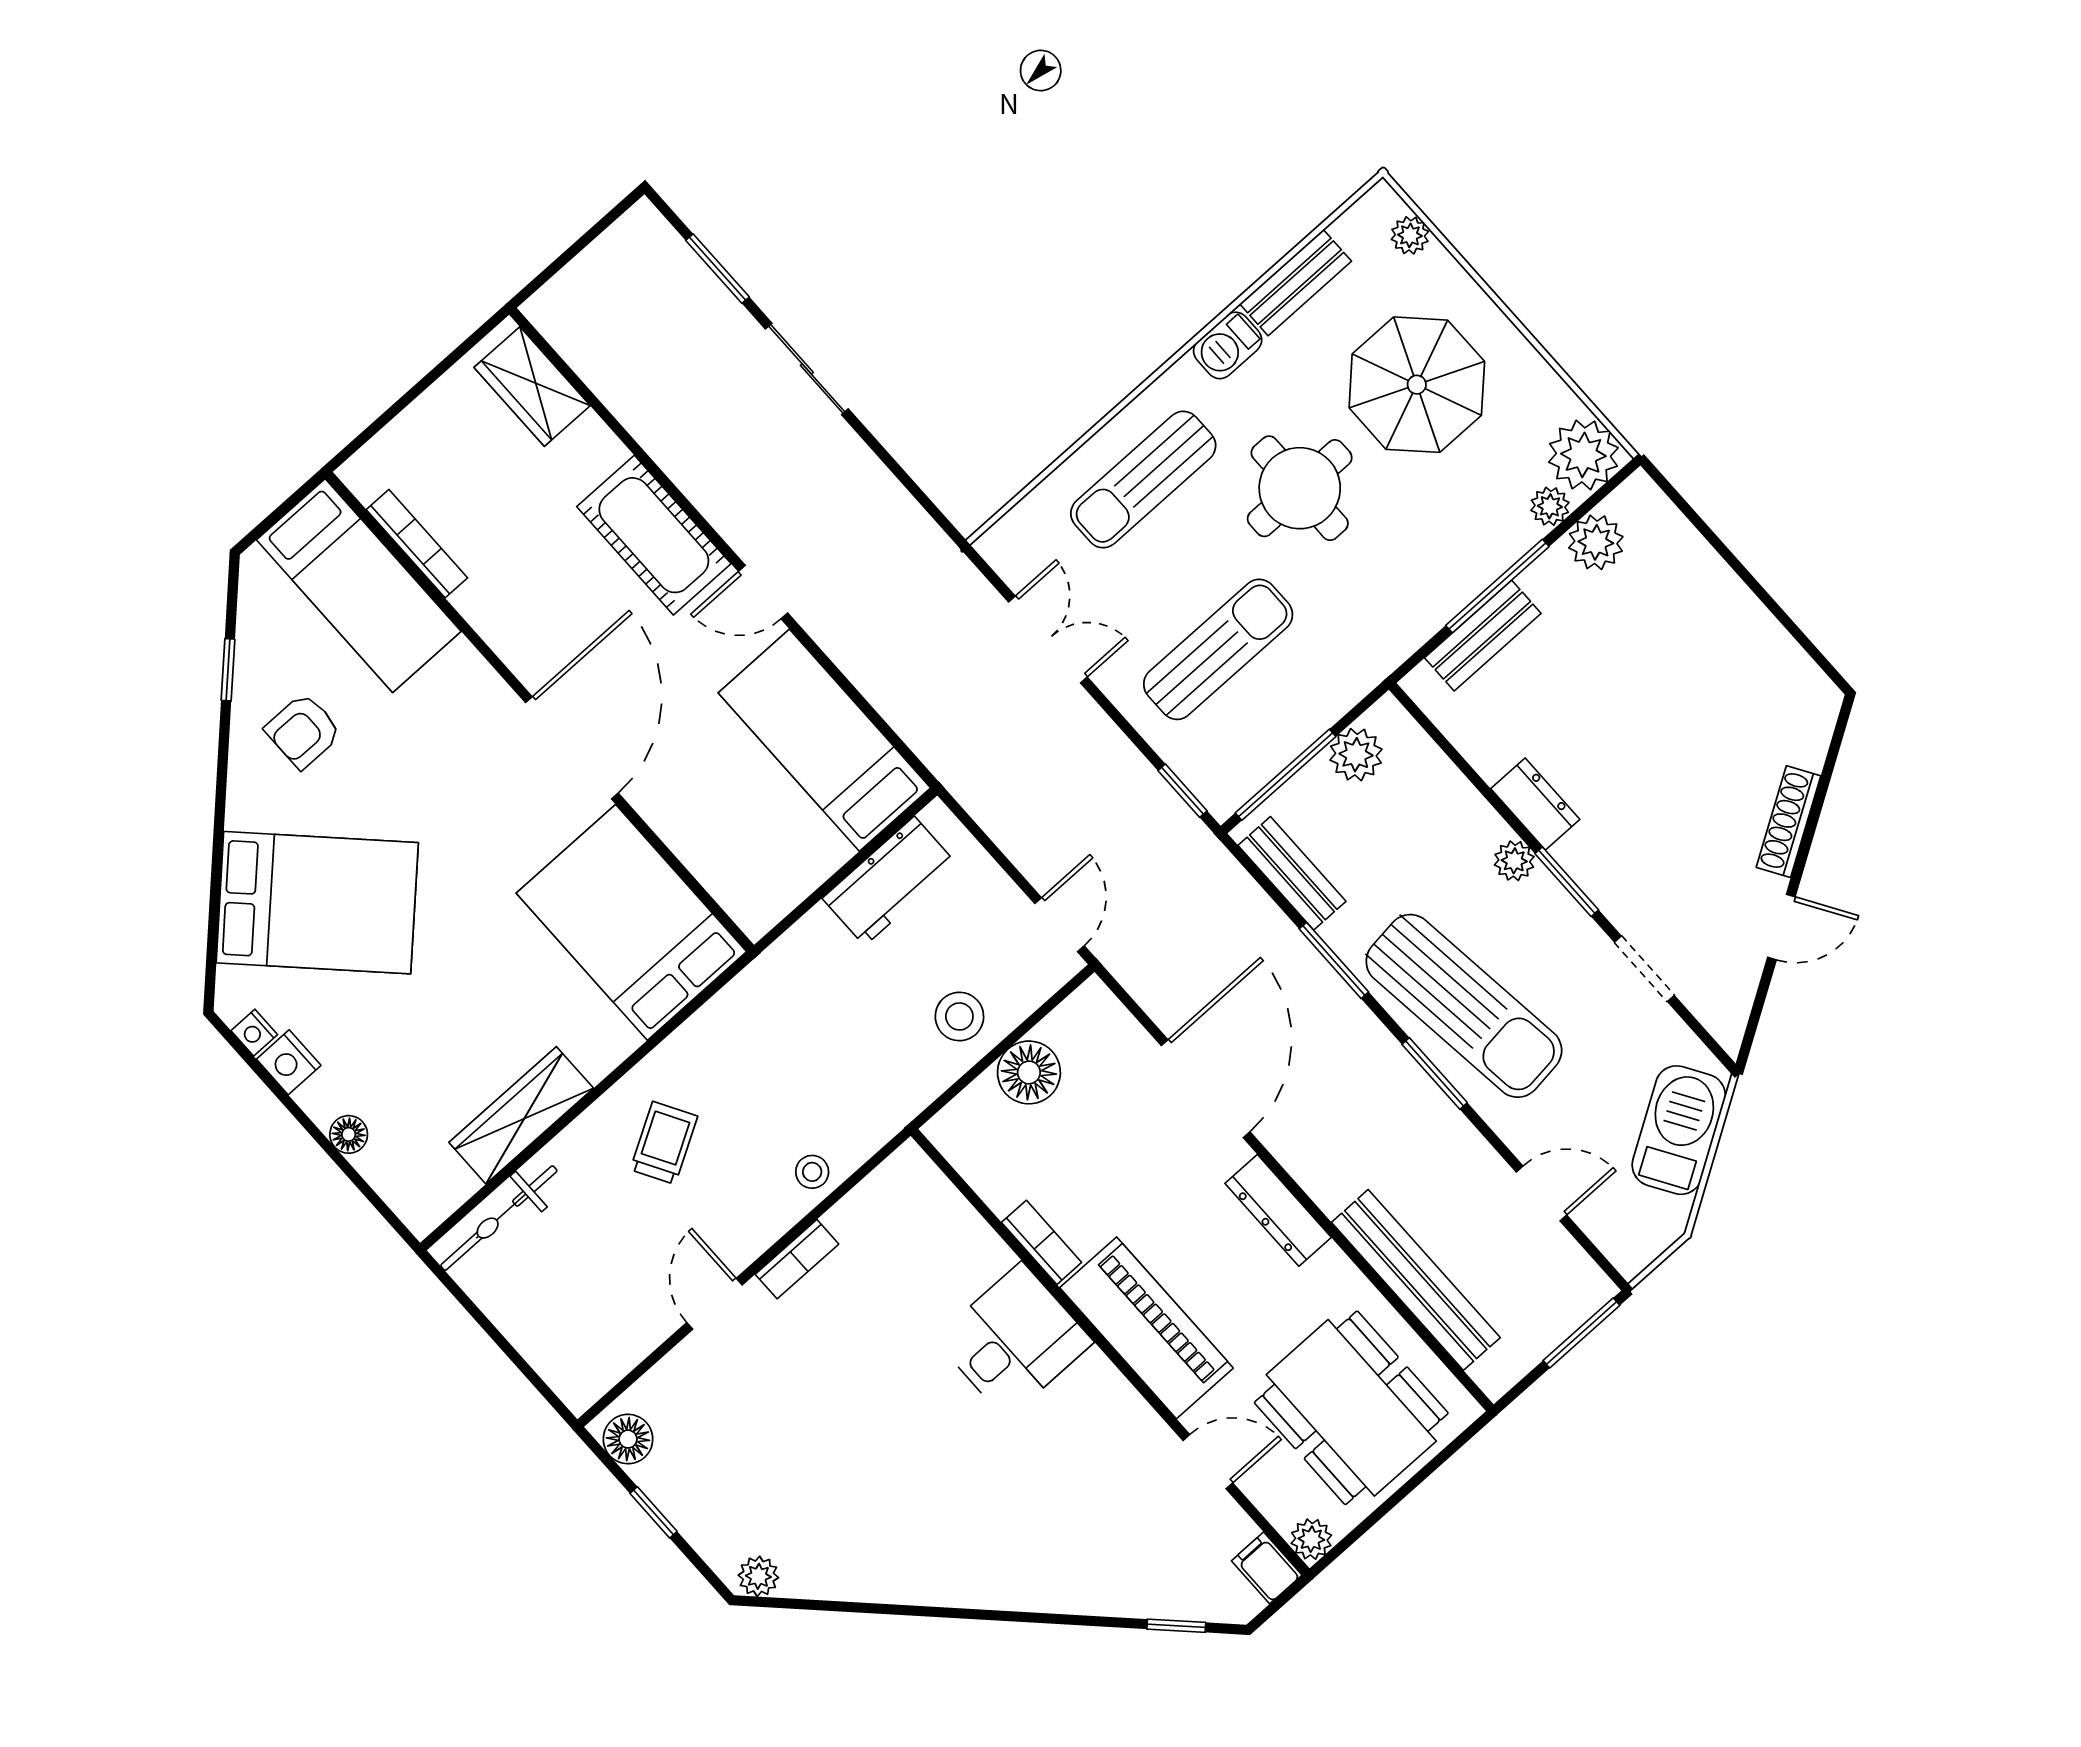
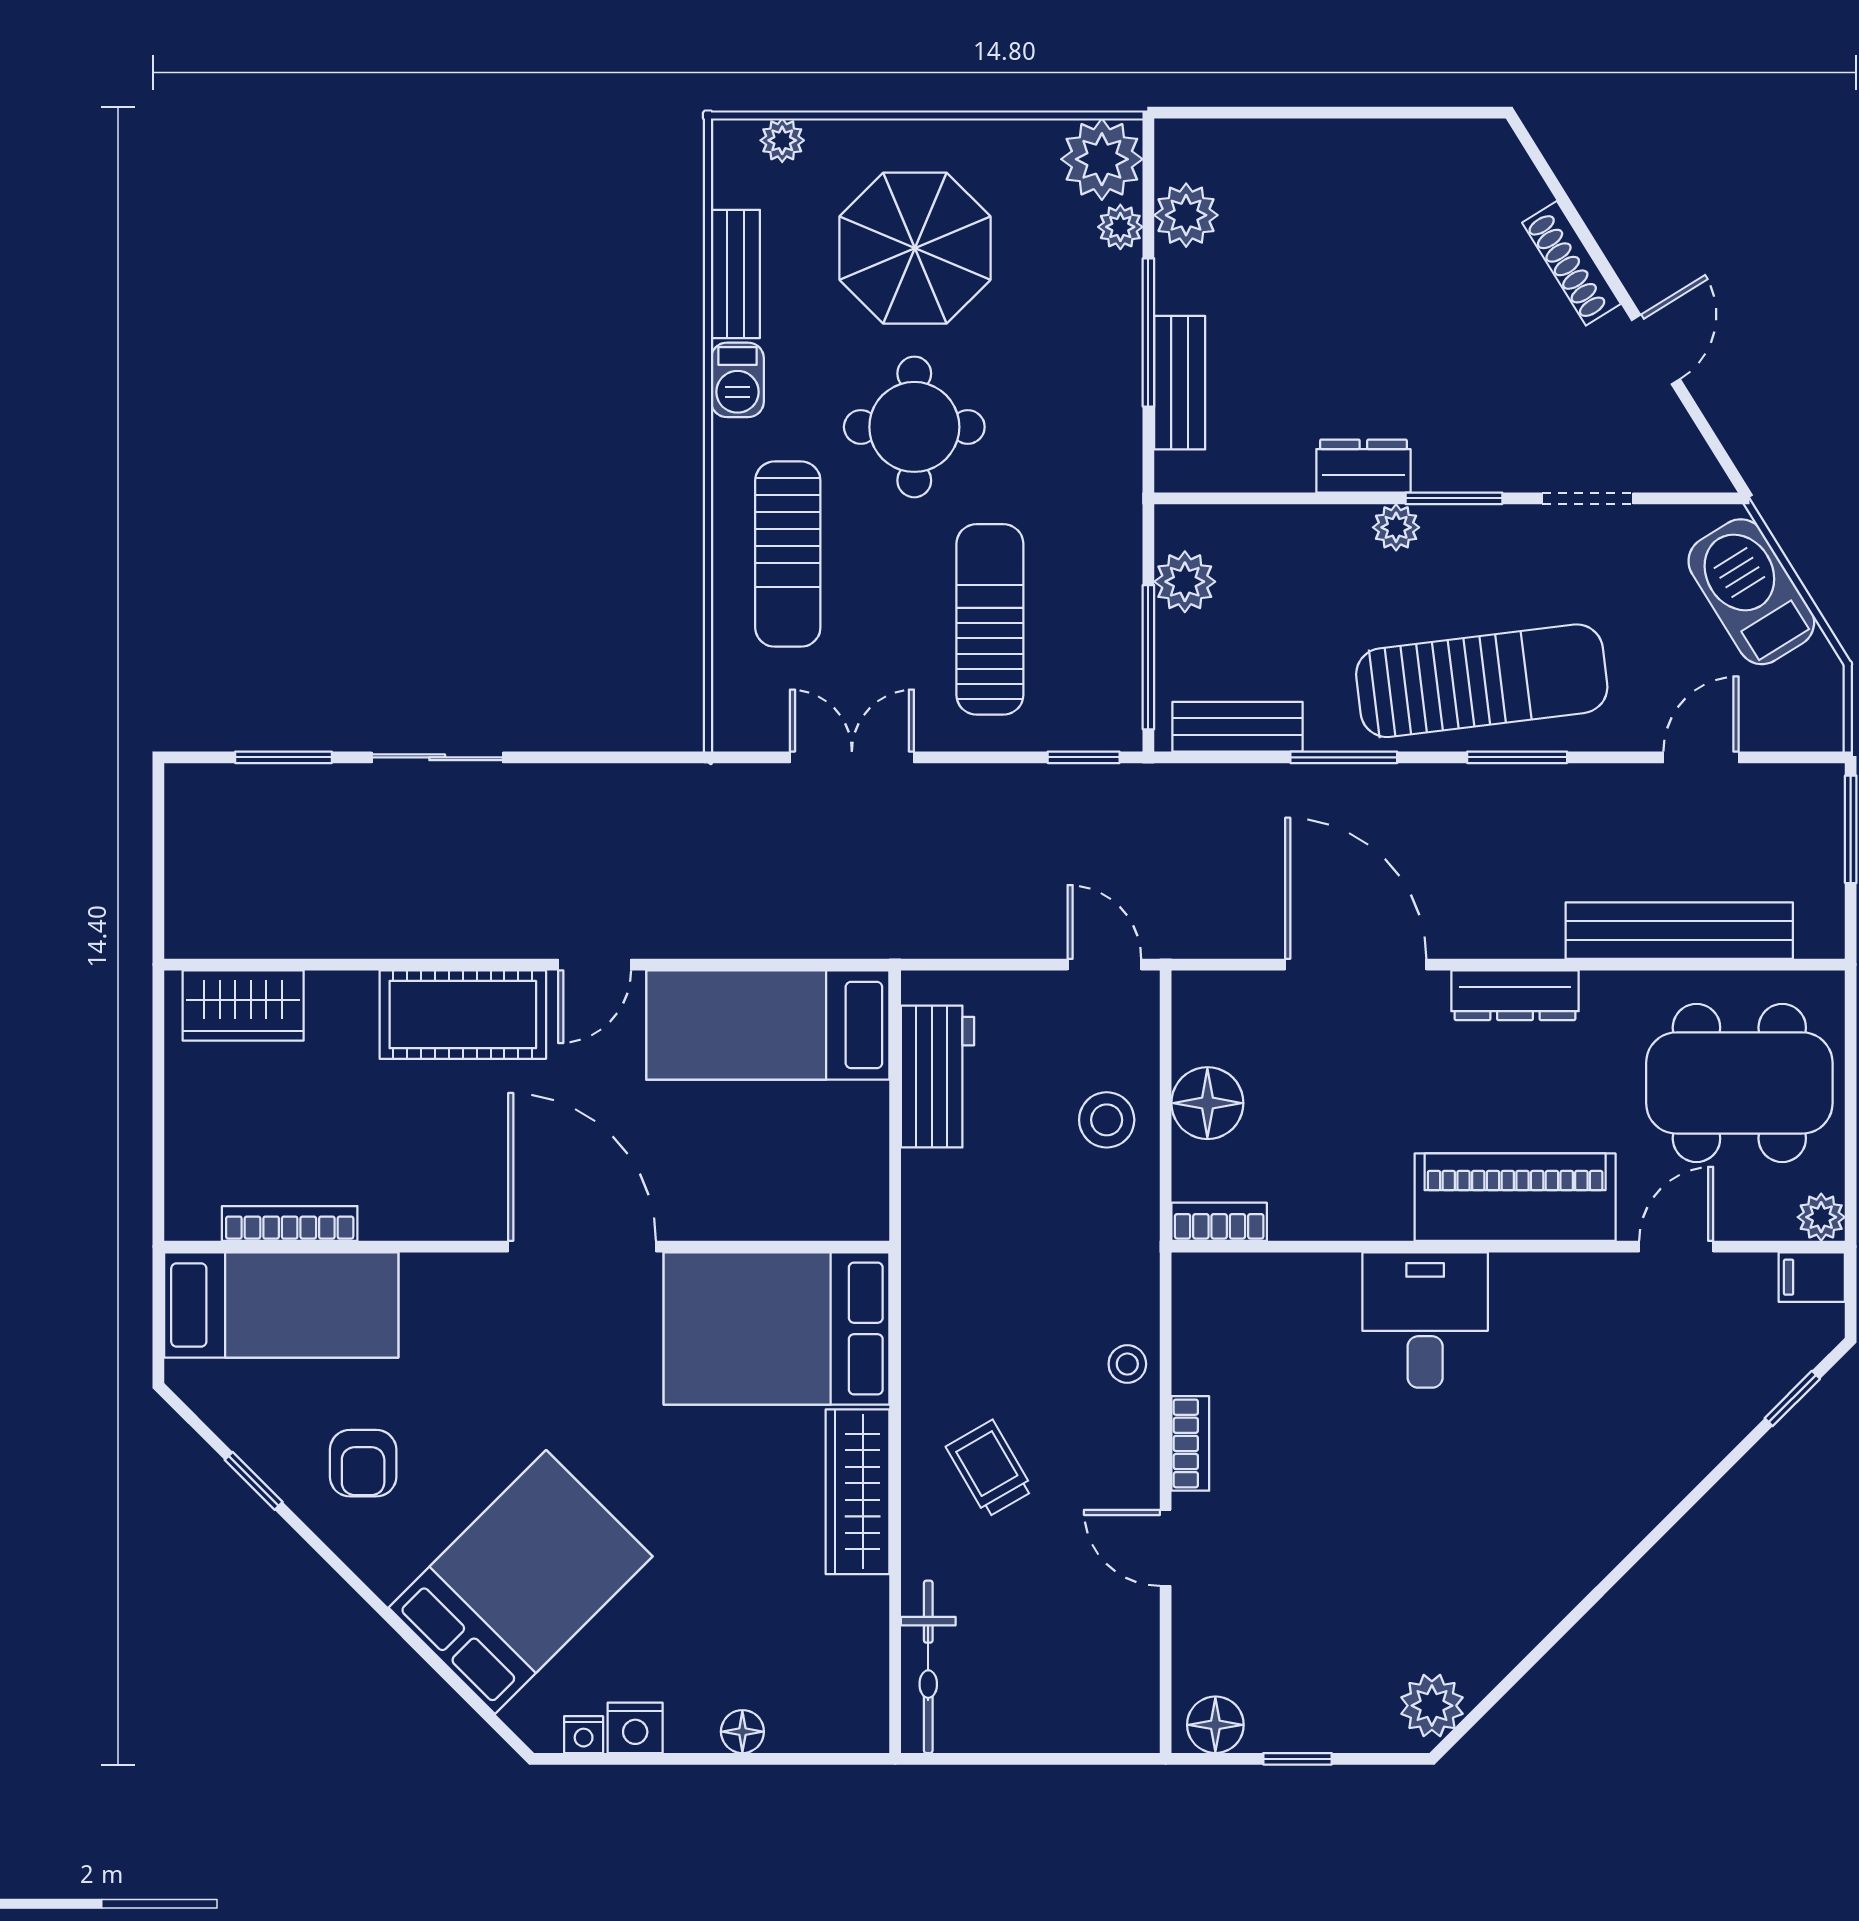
wardrobe: (521, 1115) -> (858, 1492), moved
bookcase: (1042, 1242) -> (1219, 1222), moved
plant: (758, 1576) -> (1432, 1706), width x1.38, depth x1.38

